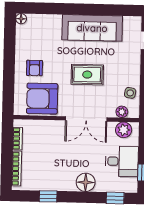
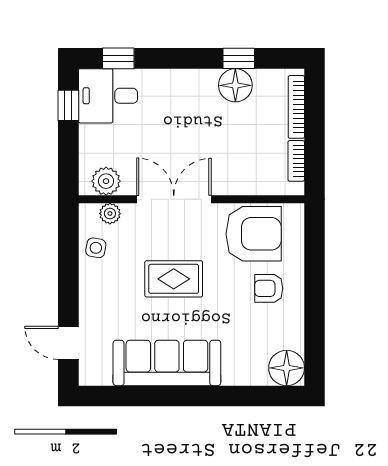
floor lamp: (21, 19) -> (287, 368), width x1.89, depth x1.89
armchair: (35, 68) -> (269, 288), turned -90
desk: (122, 161) -> (108, 96), moved
floor lamp: (86, 182) -> (235, 85), moved

